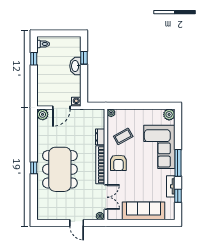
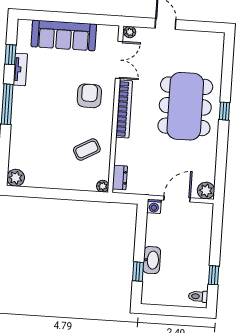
dresser: (100, 137) -> (120, 178), moved
corner sofa: (159, 147) -> (34, 130), removed
armchair: (118, 163) -> (89, 96), moved
double door: (106, 197) -> (119, 60), swing flipped

